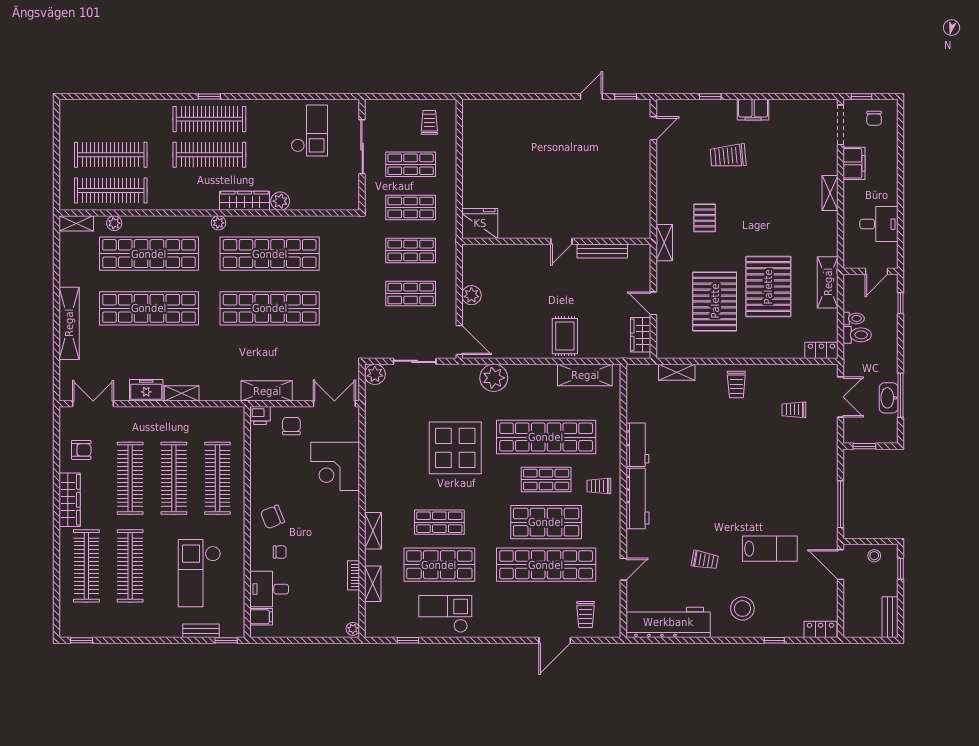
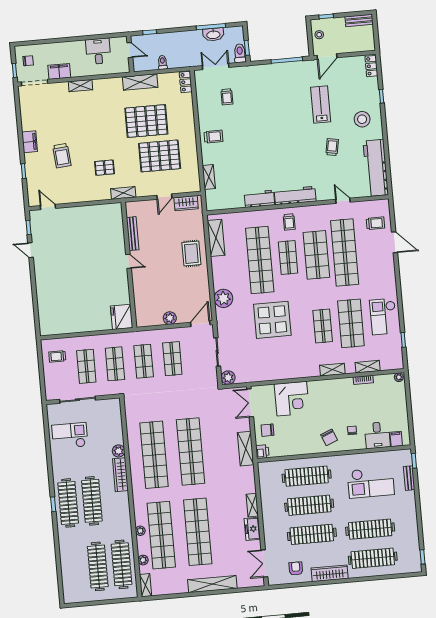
plant: (218, 223) -> (140, 531), moved
toilet: (857, 335) -> (240, 53), moved
rug: (565, 336) -> (191, 254), turned 90

